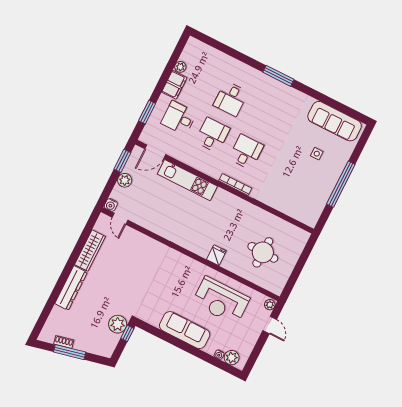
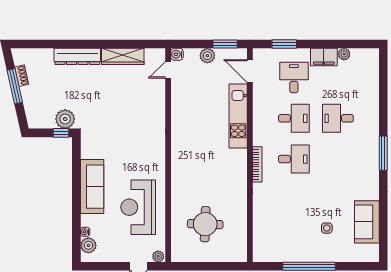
sofa: (335, 121) -> (367, 222), width x0.73
fridge: (216, 255) -> (180, 181), removed

